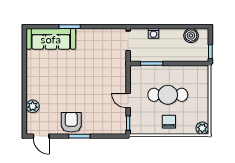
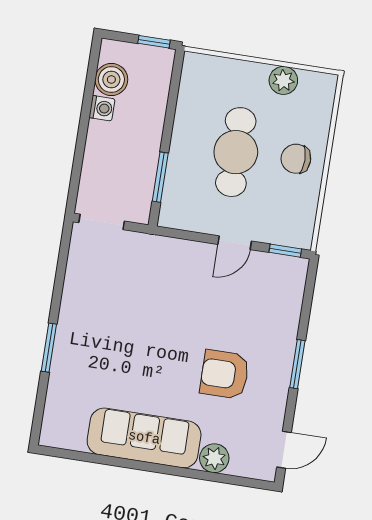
washing machine: (153, 33) -> (102, 108), moved
sofa: (51, 39) -> (144, 438), moved, turned -90
armchair: (71, 122) -> (225, 374), moved
plant: (202, 128) -> (283, 80), moved

